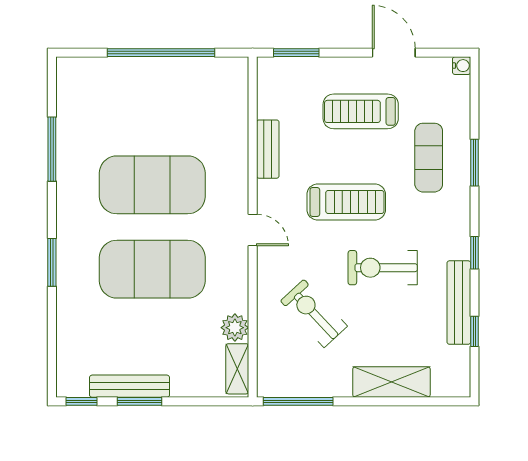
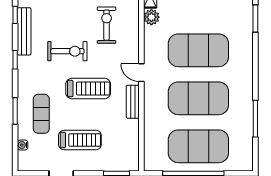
water cooler: (462, 66) -> (23, 145), moved
exercise mat: (152, 100) -> (198, 146), added
bench: (268, 149) -> (133, 102), moved
treadmill: (346, 202) -> (88, 89), turned 180
window: (52, 262) -> (255, 18), moved
exercise bike: (314, 313) -> (107, 25), turned -137

